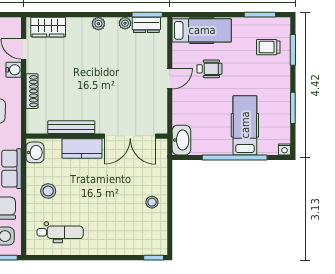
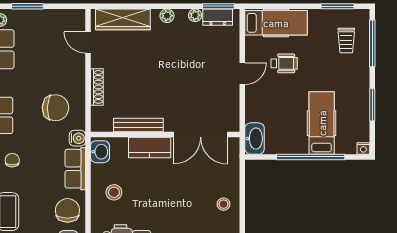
wardrobe: (48, 27) -> (123, 19), width x1.50
trolley: (268, 47) -> (346, 40), turned -90
window: (293, 50) -> (372, 43), width x1.44
water cooler: (14, 70) -> (77, 138), moved

